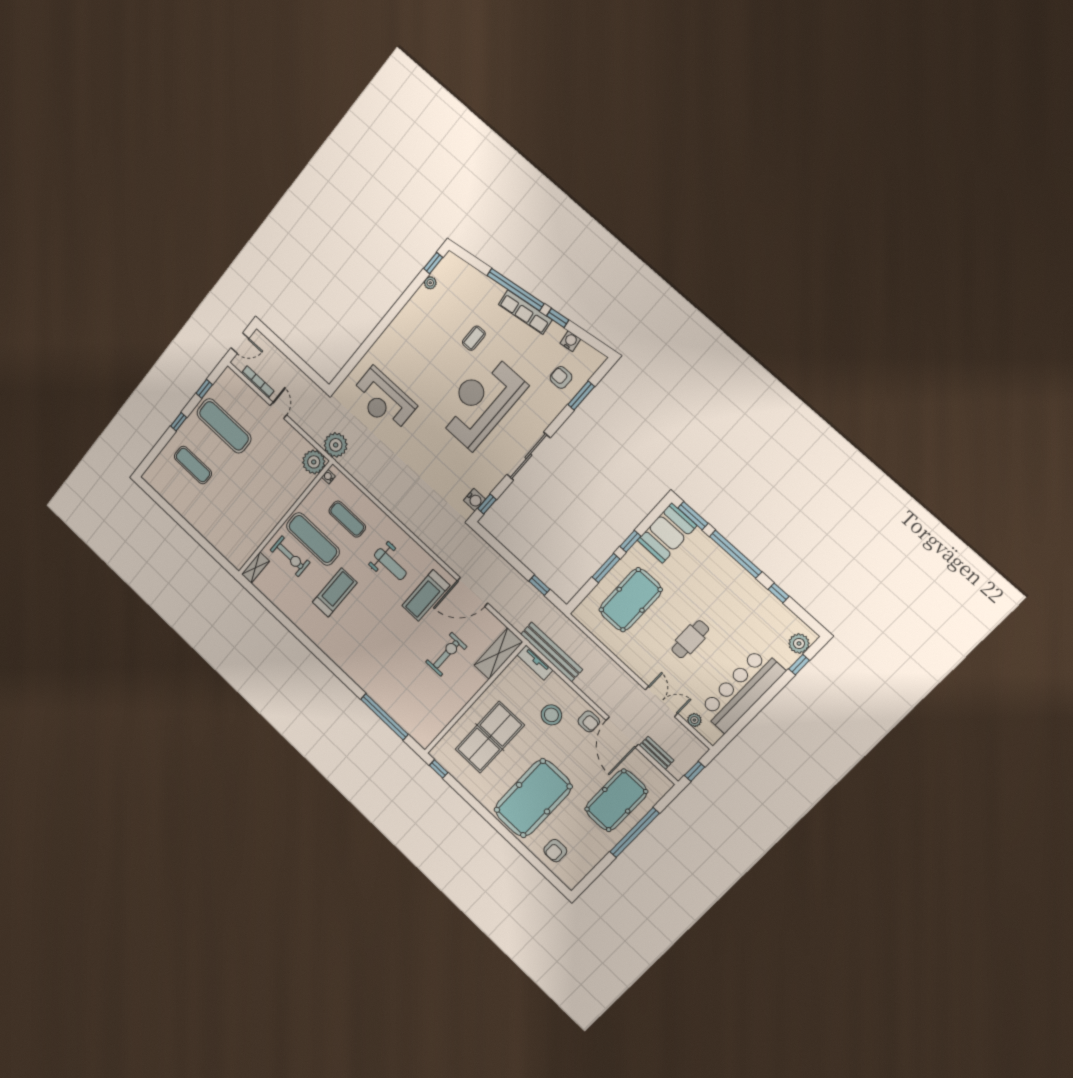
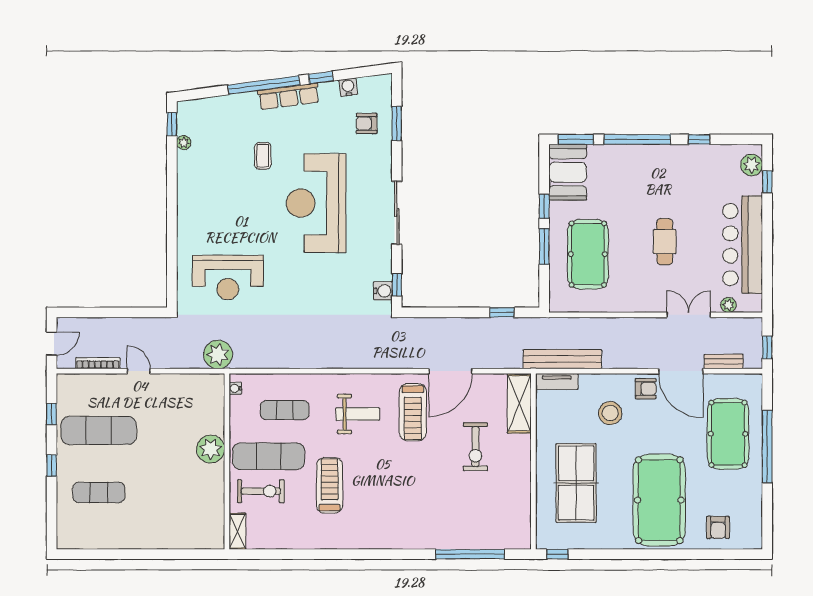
plant: (314, 462) -> (211, 449), moved
exercise bike: (446, 654) -> (475, 447), turned 180

